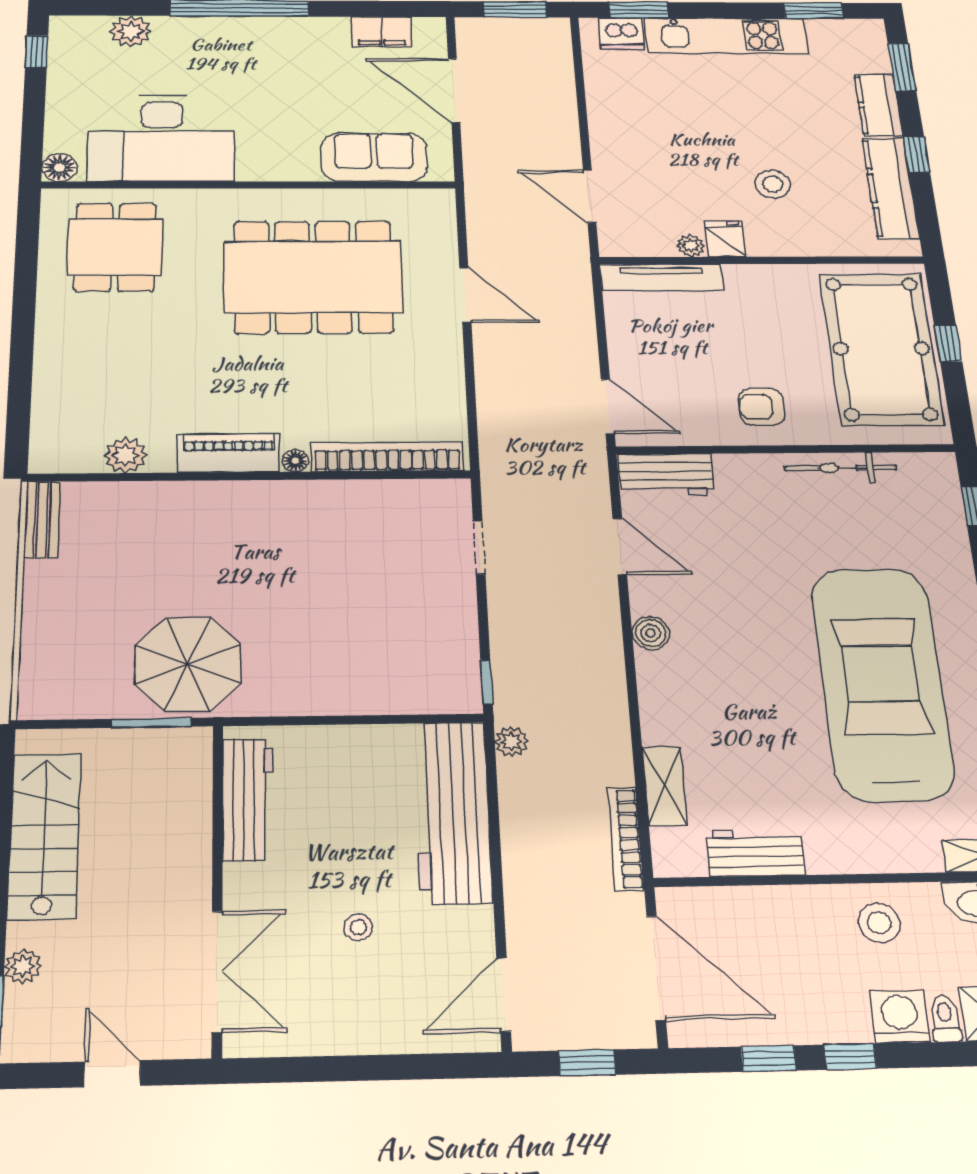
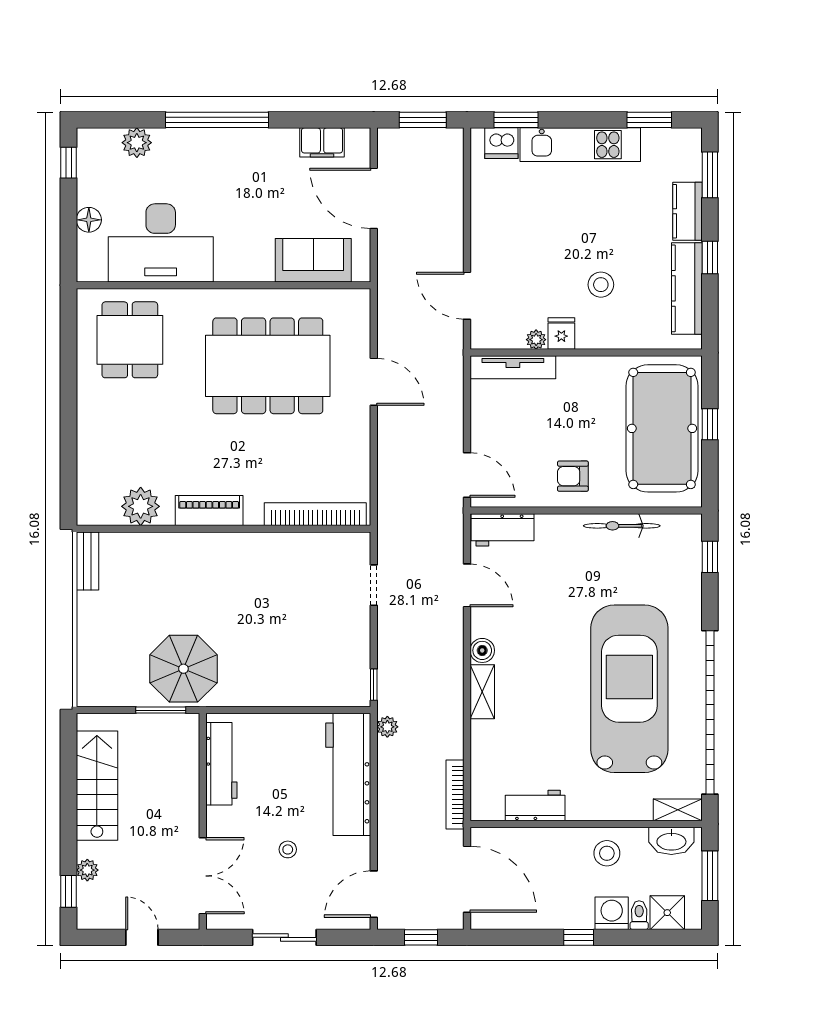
floor lamp: (60, 168) -> (89, 220), moved
plant: (125, 455) -> (141, 506), width x1.36, depth x1.36
floor lamp: (295, 461) -> (254, 517), removed
shelving: (665, 786) -> (482, 692), moved
window: (769, 1059) -> (529, 937), removed
sliding door: (356, 1068) -> (284, 937), added

